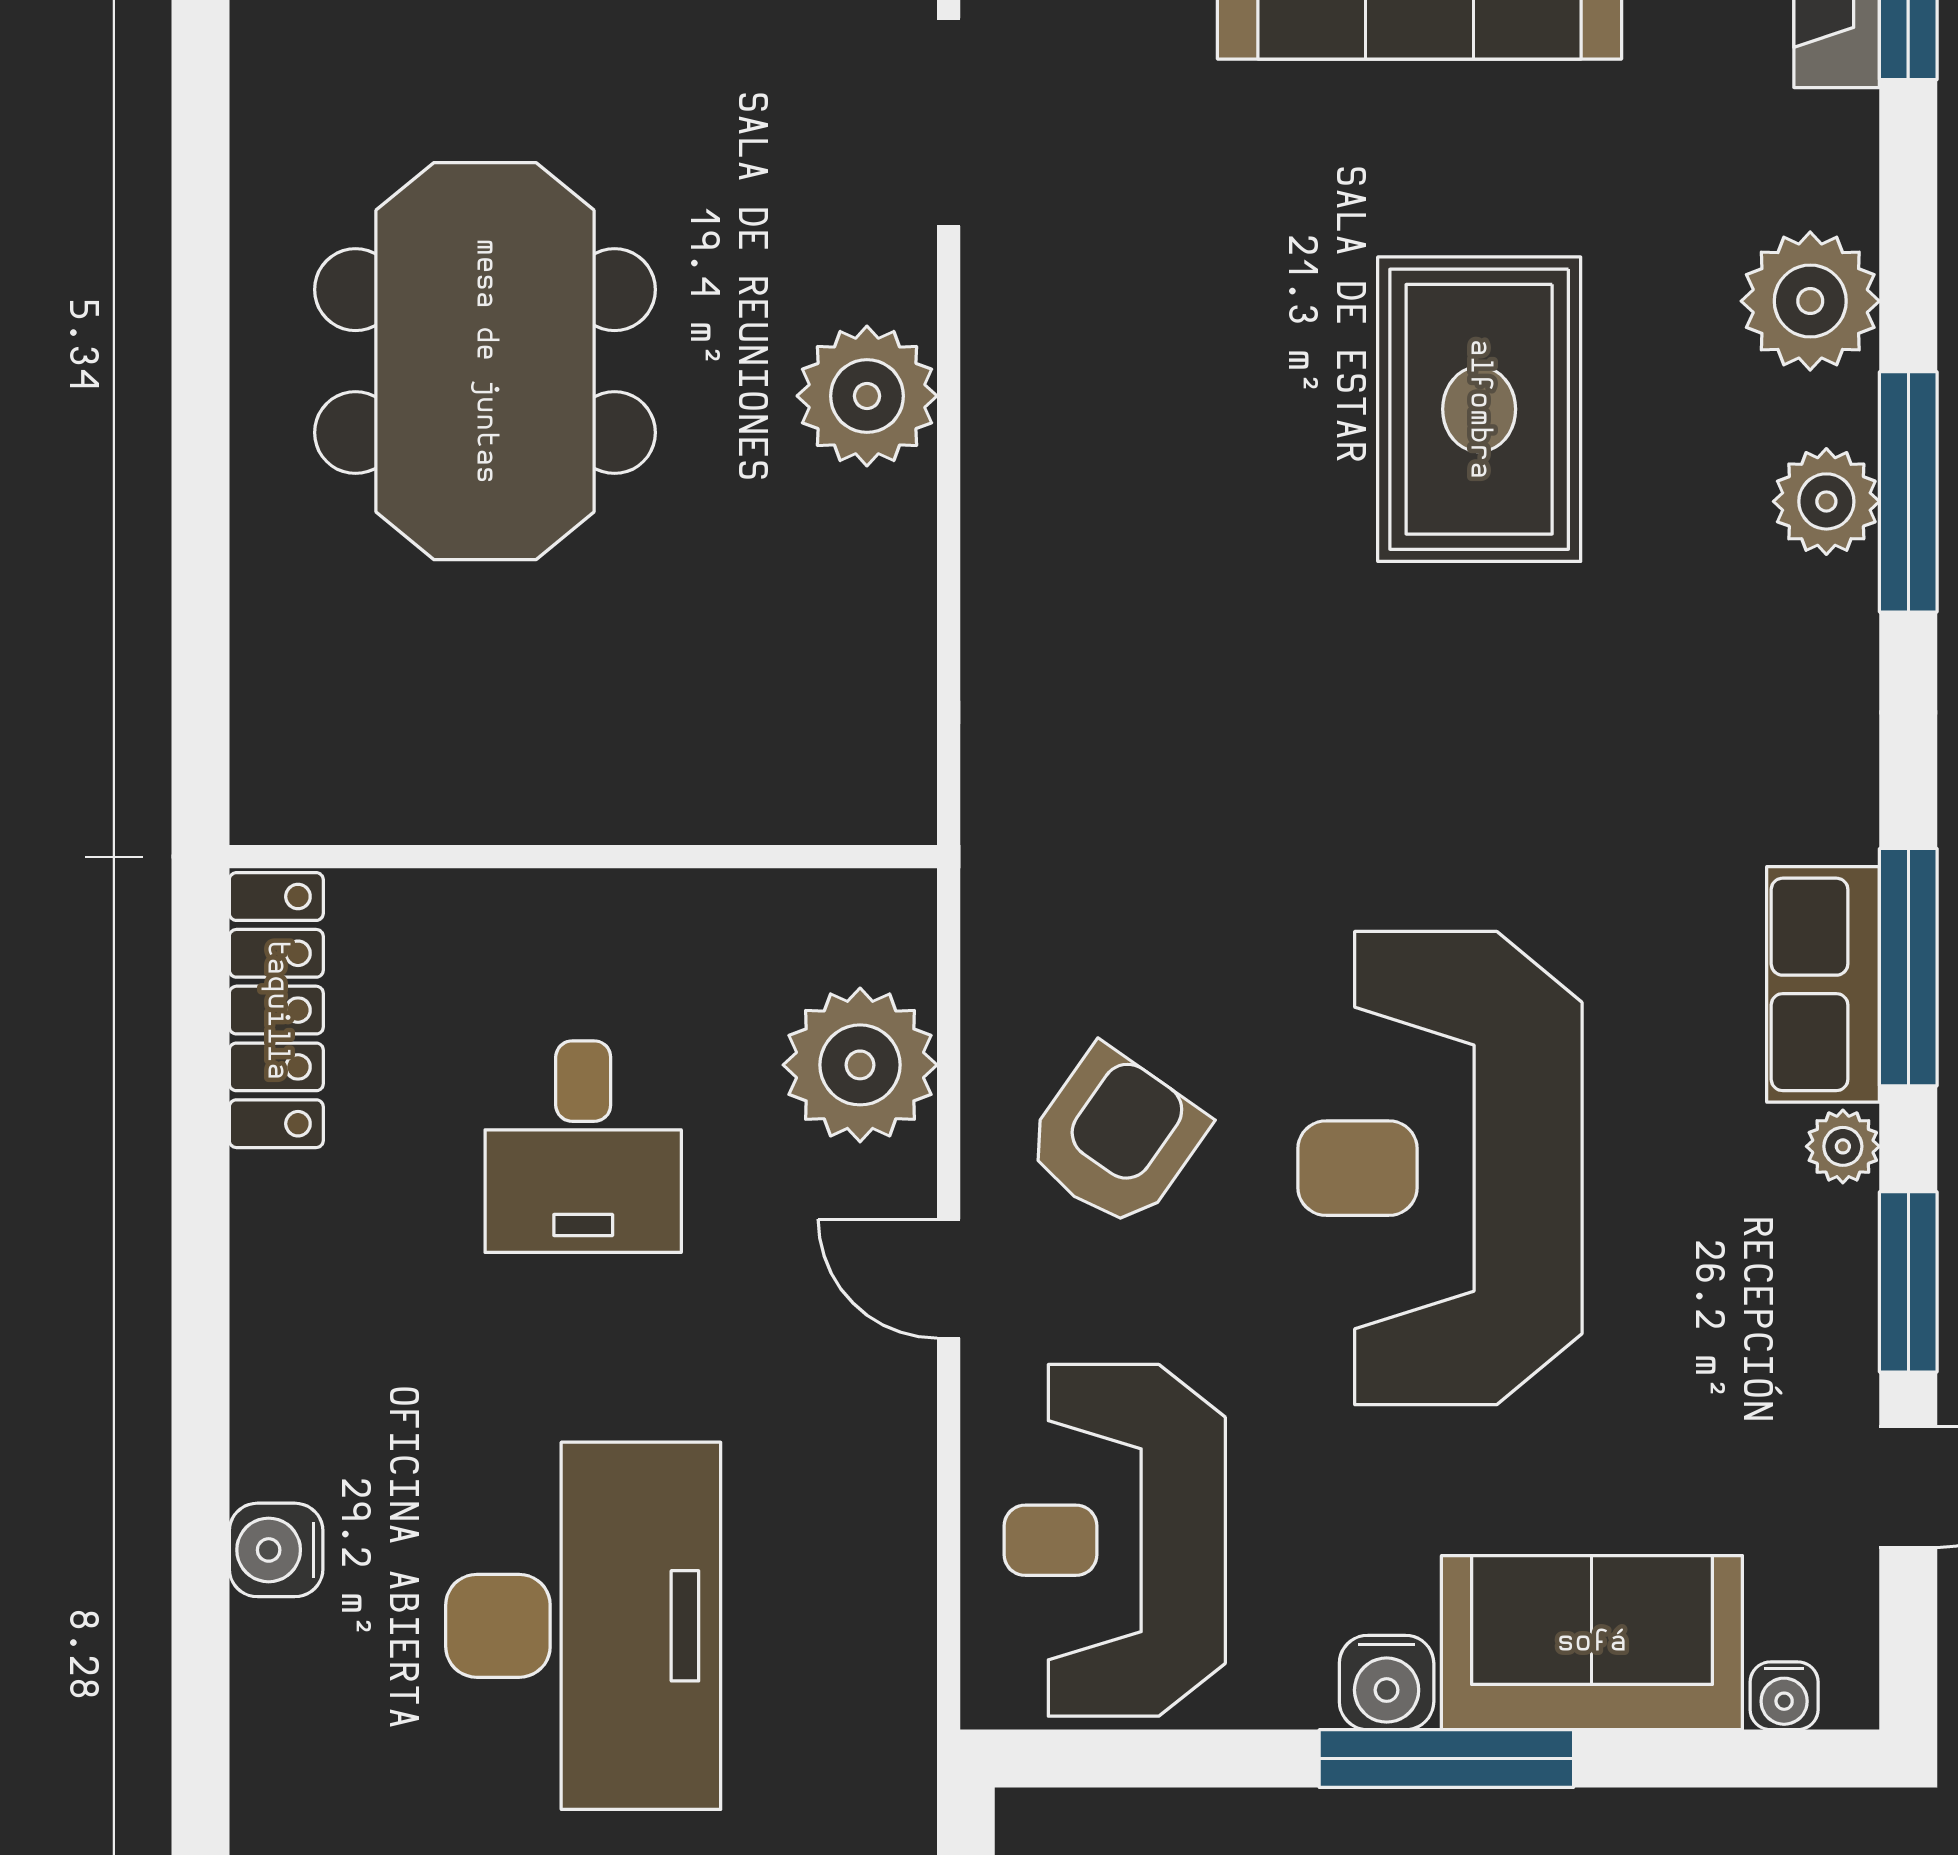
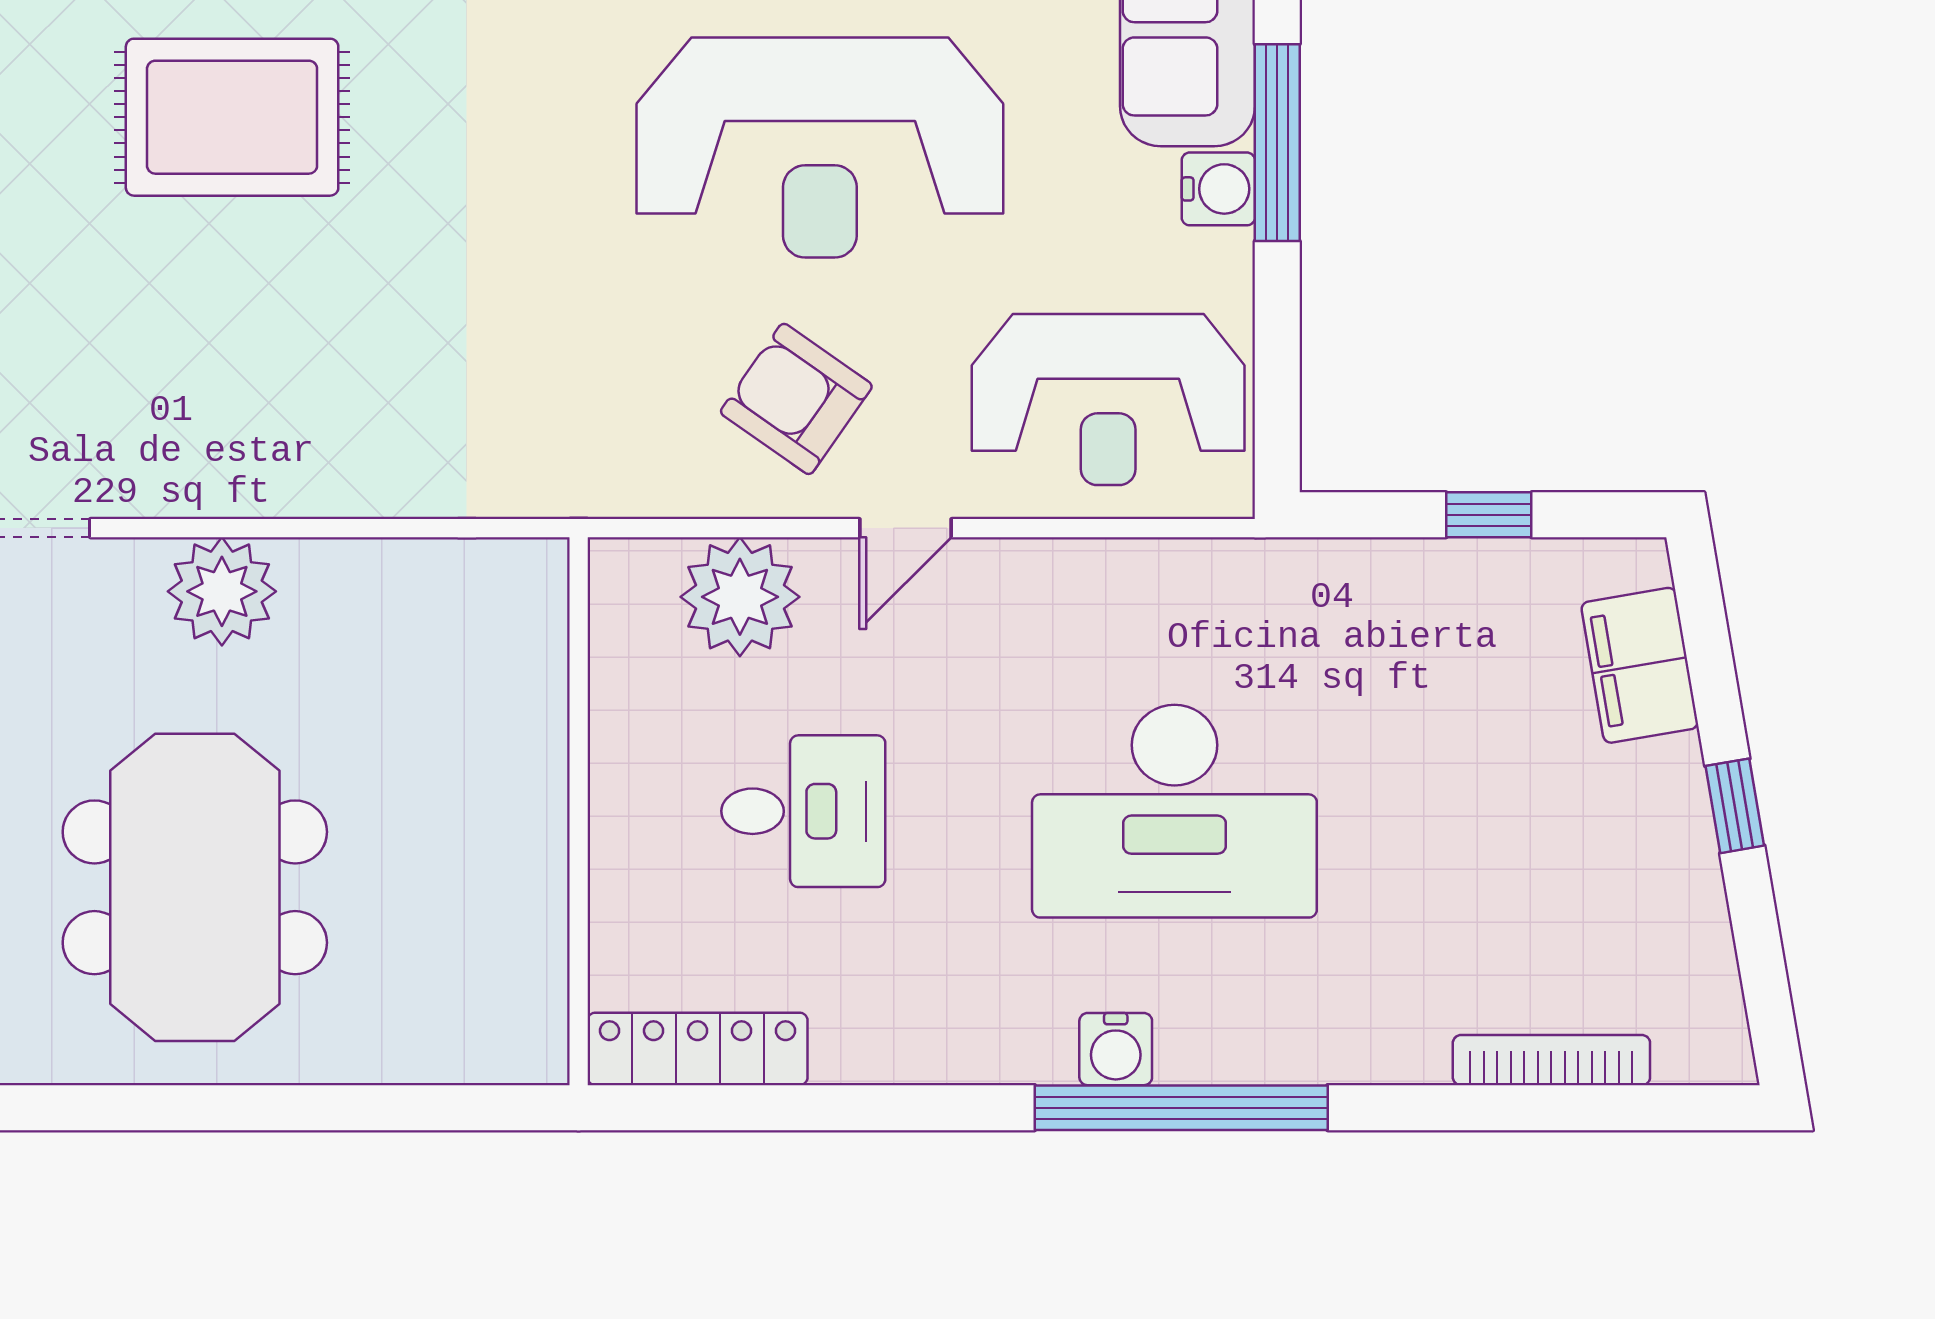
meeting table: (485, 361) -> (195, 887), turned 90
desk: (583, 1626) -> (1174, 811), turned 180
window: (200, 1635) -> (1181, 1108), added

